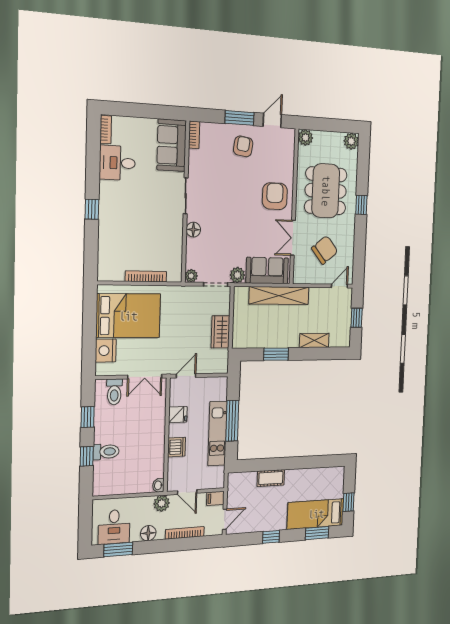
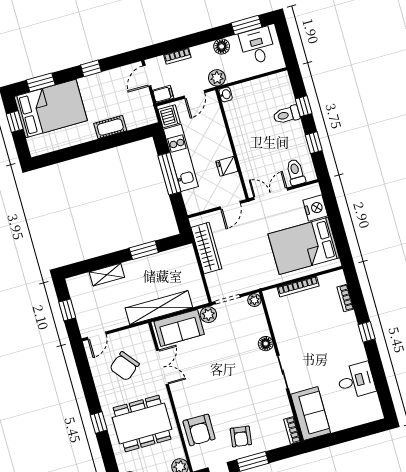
bookcase: (106, 130) -> (345, 298), moved
dining table: (326, 191) -> (142, 423), turned 90
armchair: (275, 196) -> (199, 430), moved
wardrobe: (220, 332) -> (206, 248), width x1.50
dishwasher: (177, 447) -> (169, 116), moved, turned 180
door: (187, 492) -> (194, 94), swing flipped
bed: (316, 514) -> (51, 109), width x1.50
bookcase: (185, 533) -> (177, 56), width x0.64

